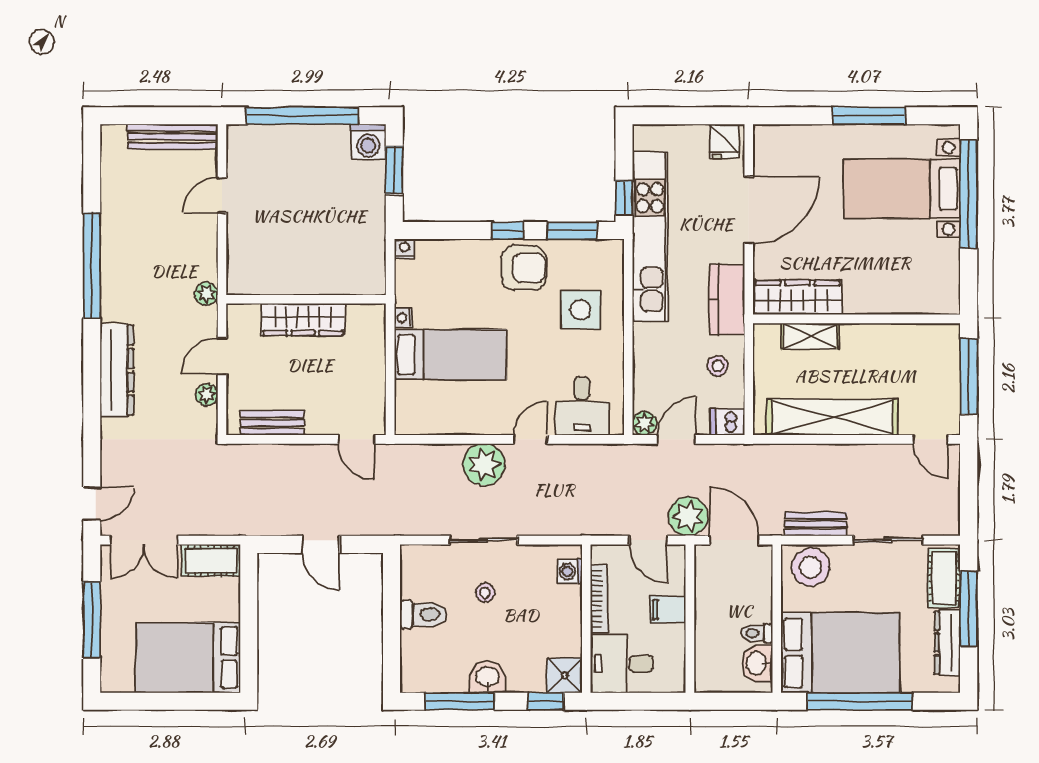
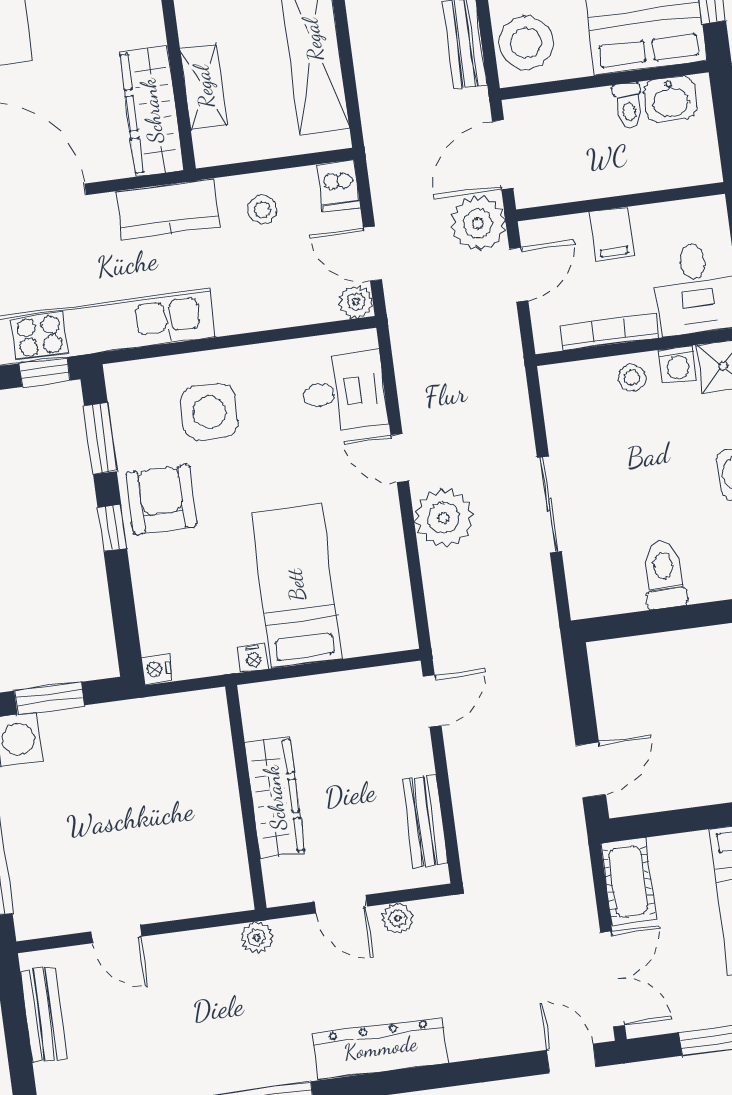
bench: (172, 137) -> (44, 1015), width x0.73
door: (321, 544) -> (591, 770), moved
washing machine: (570, 571) -> (678, 365), moved
stool: (485, 593) -> (632, 378), moved

